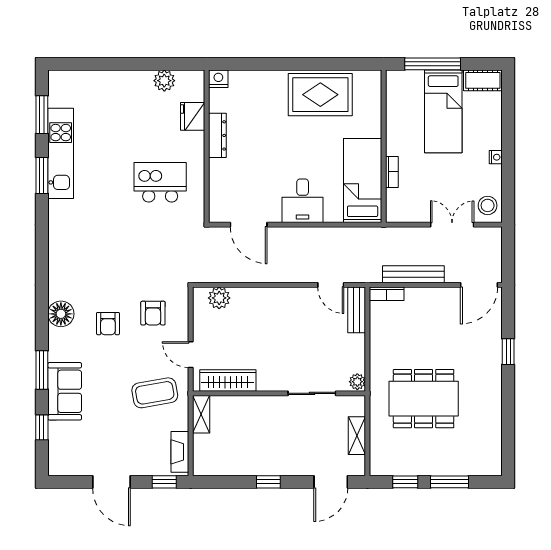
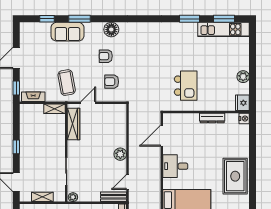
plant: (164, 81) -> (243, 77), moved
fridge: (193, 116) -> (242, 103), moved, turned -90
kitchen unit: (61, 153) -> (224, 29), moved
plant: (219, 298) -> (120, 154), moved

